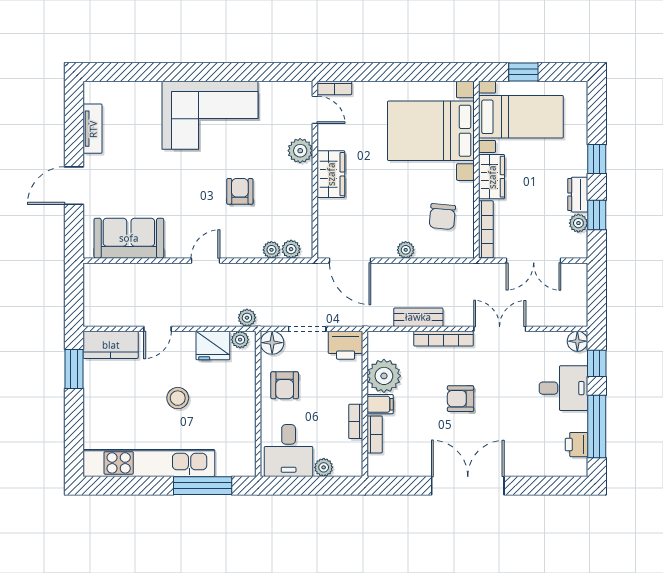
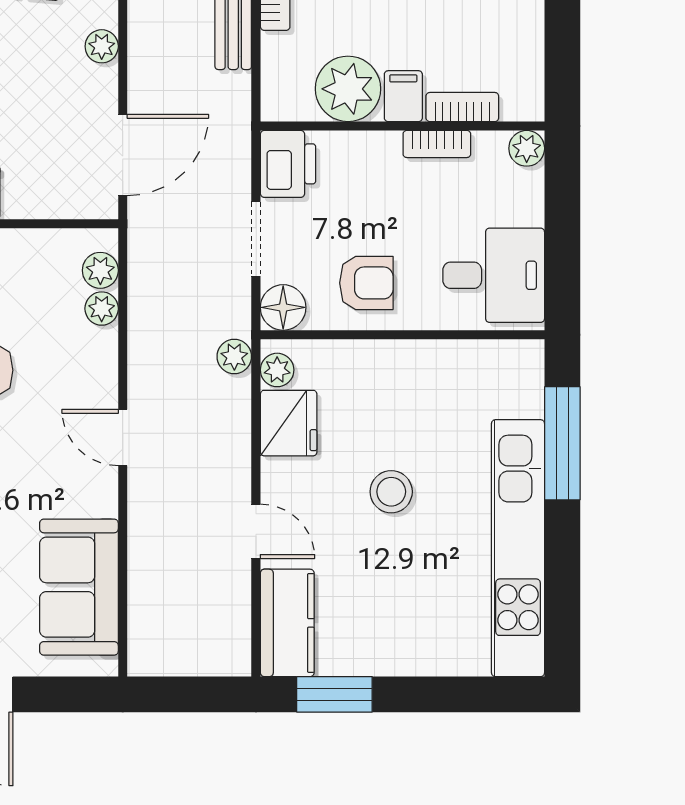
plant: (324, 467) -> (527, 148), moved

